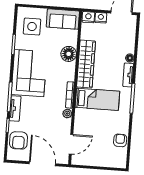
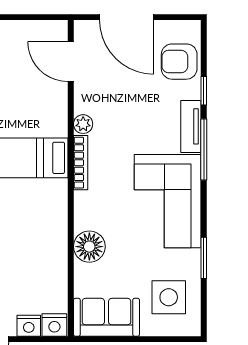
wardrobe: (86, 64) -> (52, 228), removed
armchair: (19, 140) -> (179, 62), turned -89
door: (71, 144) -> (71, 62), hinge flipped

